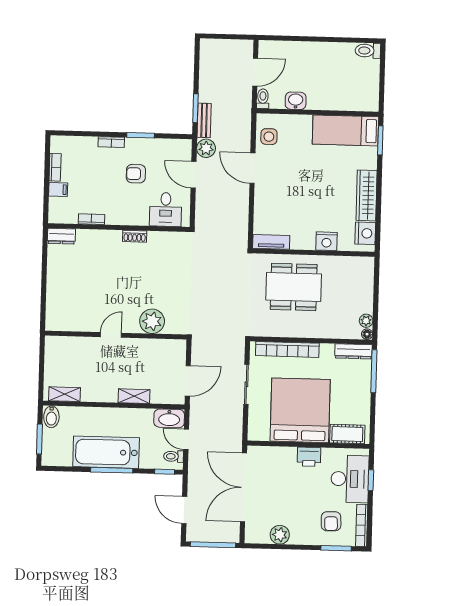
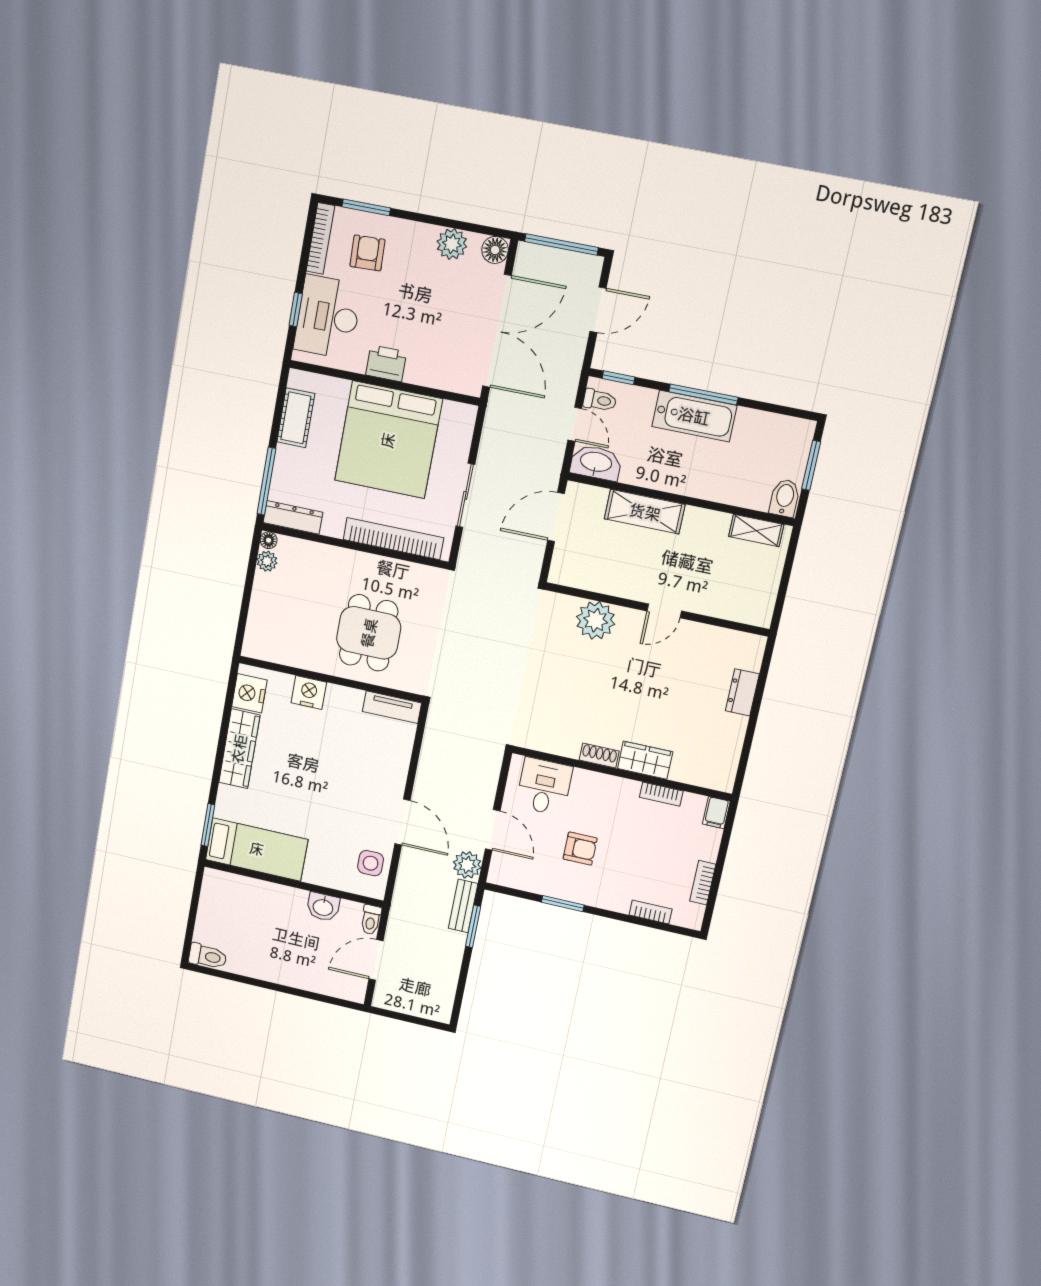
bookcase: (111, 142) -> (650, 912), moved
filing cabinet: (58, 189) -> (716, 813), moved, turned -90
dresser: (61, 236) -> (742, 692), moved, turned -90
wardrobe: (105, 239) -> (645, 760), added
dining table: (294, 287) -> (369, 633), width x0.73
shelving: (134, 396) -> (645, 512), width x1.50, depth x1.33
cot: (347, 434) -> (296, 418), moved, turned 90
bathtub: (106, 452) -> (694, 416), width x0.73, depth x0.73
door: (184, 510) -> (598, 310), hinge flipped
floor lamp: (253, 535) -> (495, 250), added

